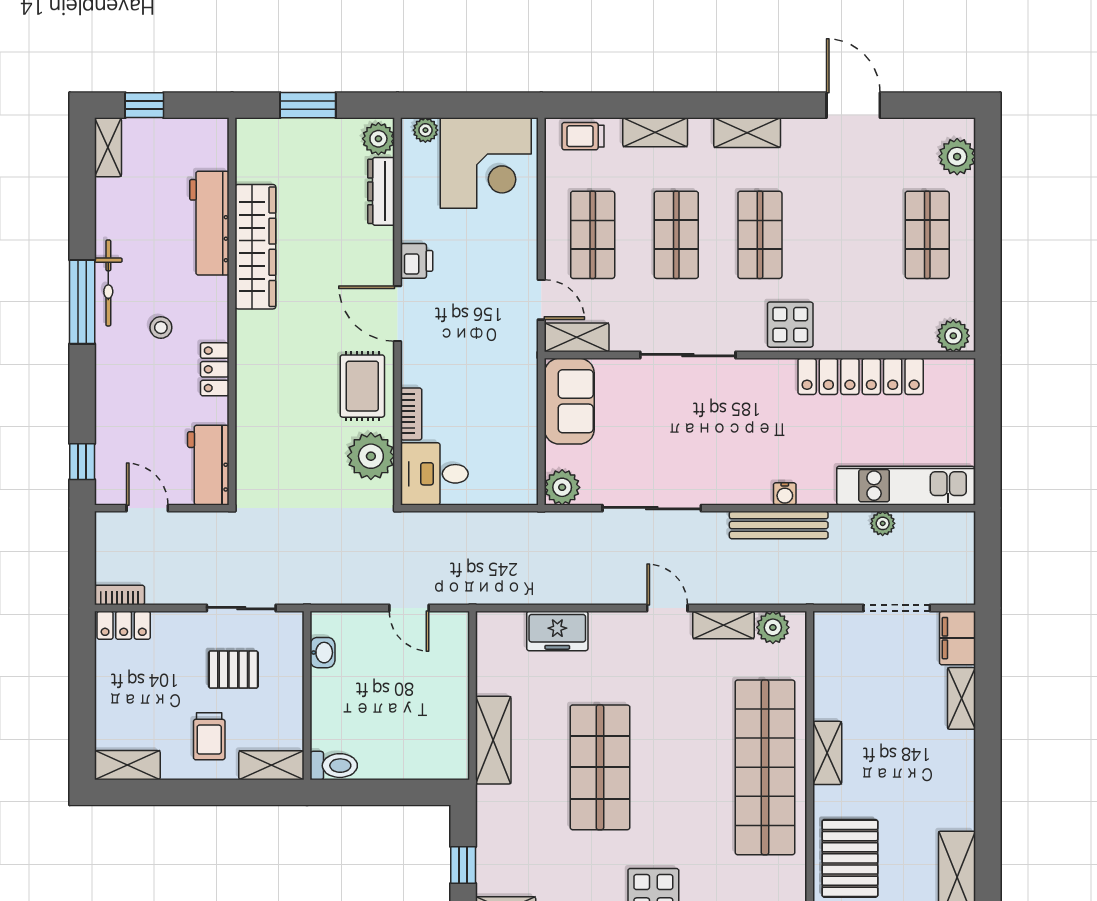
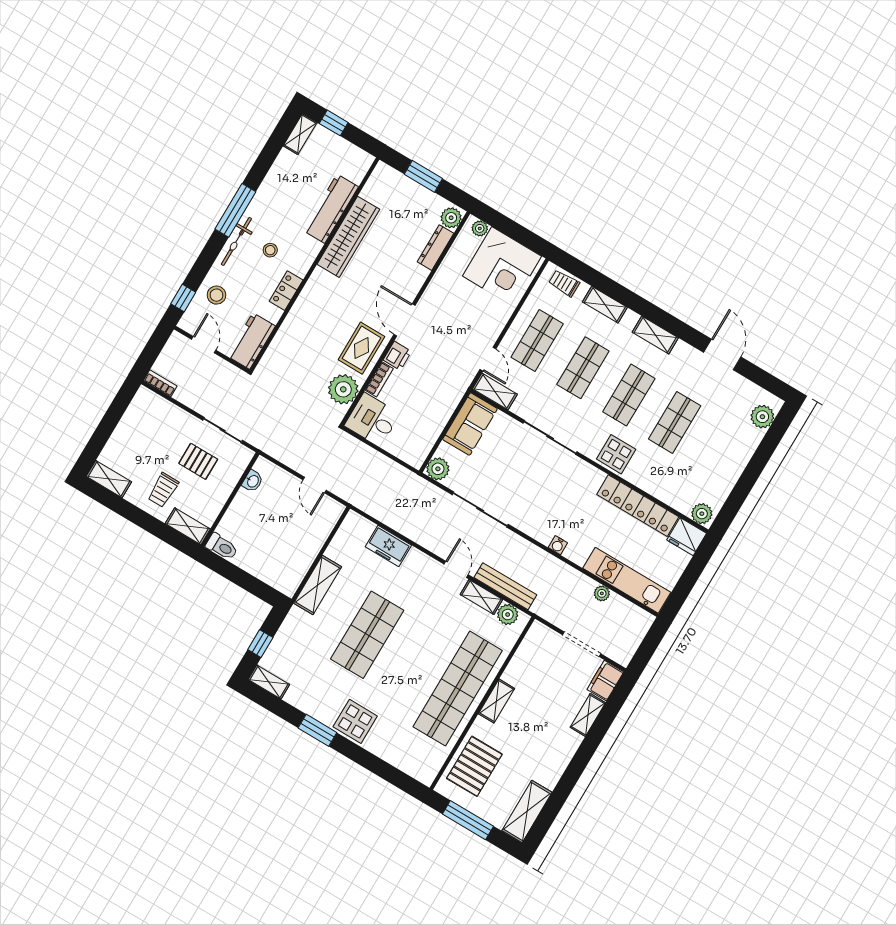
shop shelf: (927, 235) -> (675, 422), moved
printer: (417, 261) -> (397, 356), moved
bicycle: (108, 283) -> (236, 241), moved
fridge: (951, 379) -> (687, 537), added
stool: (125, 431) -> (216, 295), added
bench: (779, 525) -> (505, 586), moved
locker: (124, 625) -> (153, 401), removed

